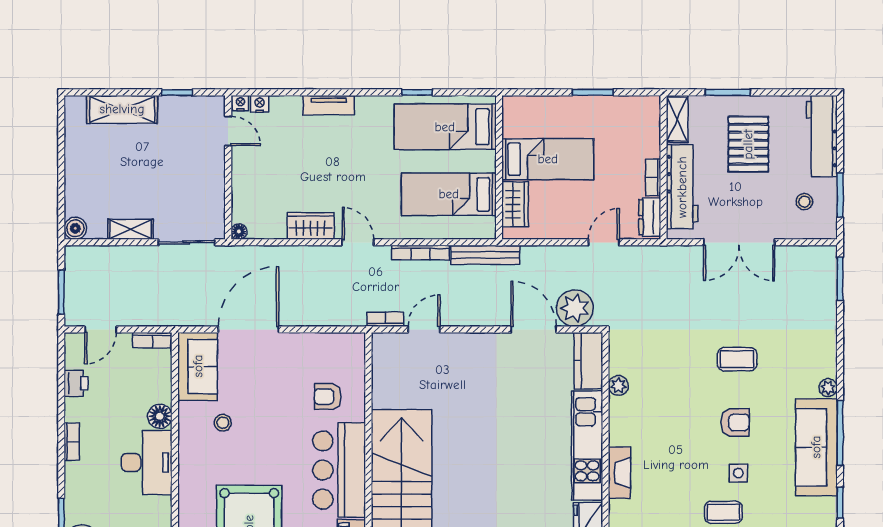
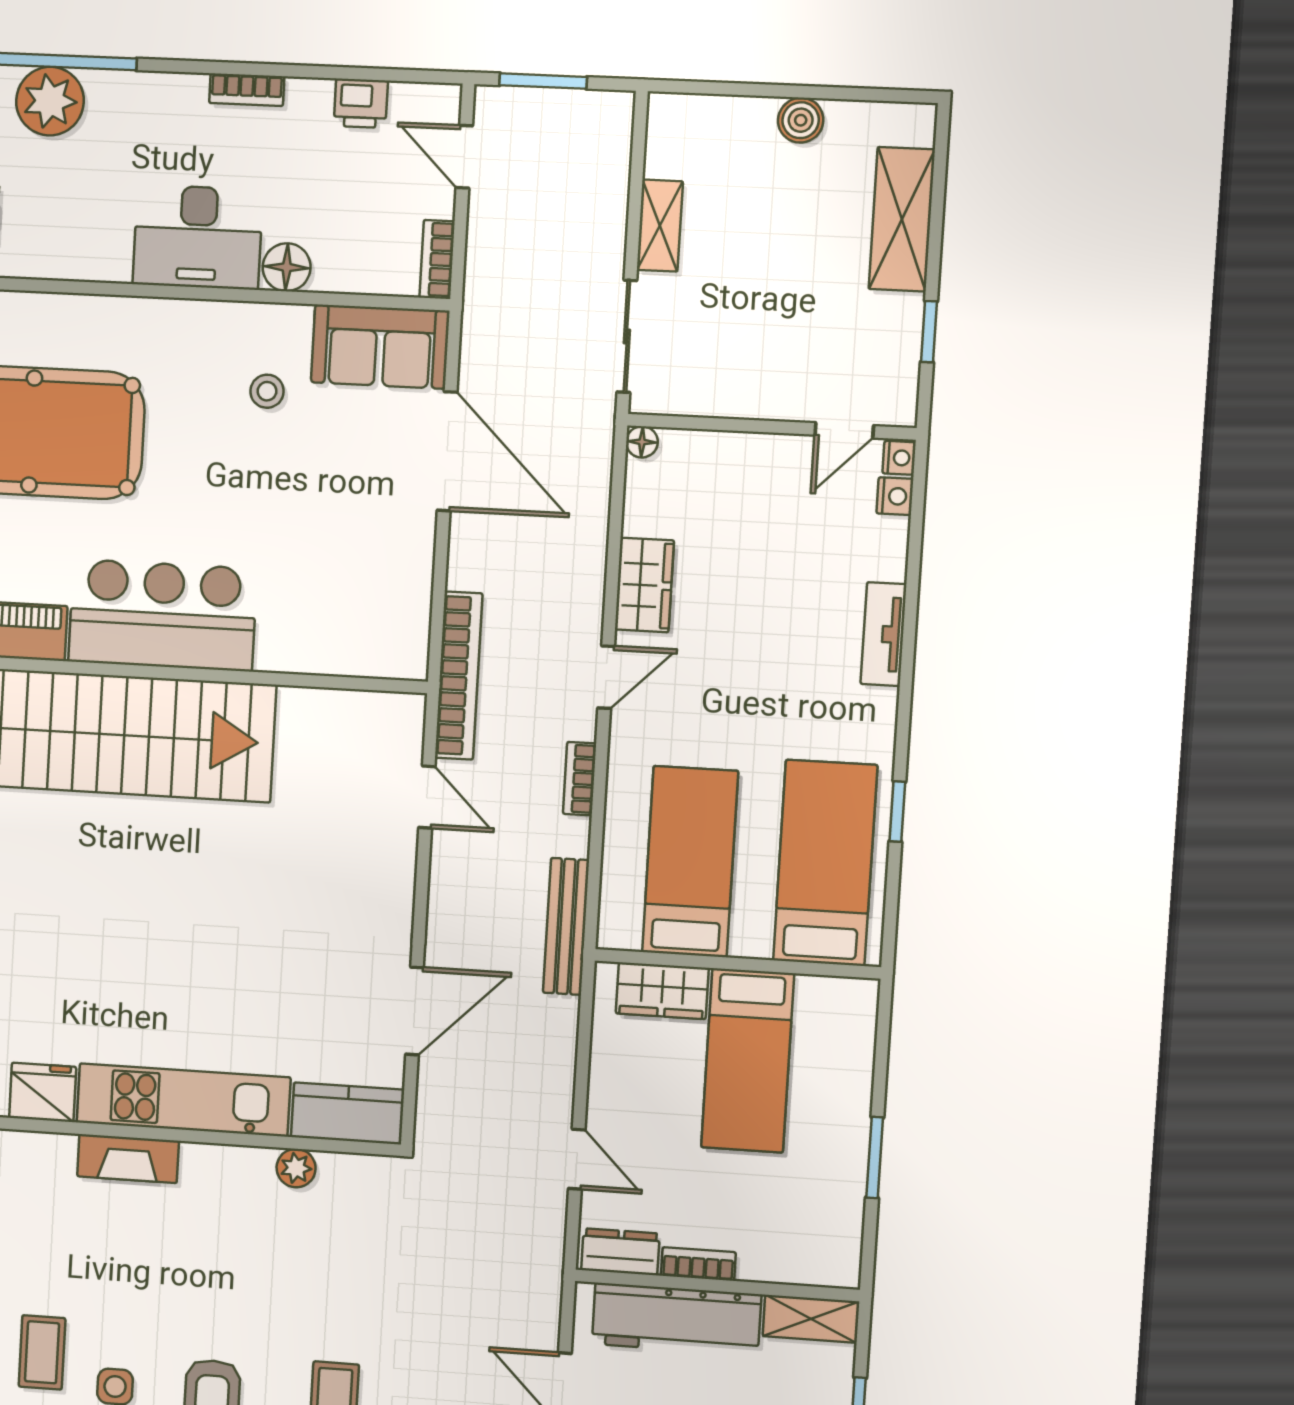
boiler: (75, 228) -> (801, 120), moved
bookcase: (420, 253) -> (580, 779), width x0.64
plant: (575, 308) -> (451, 1094), removed
bookcase: (385, 319) -> (459, 676), width x2.31, depth x1.31
armchair: (328, 397) -> (306, 601), removed

